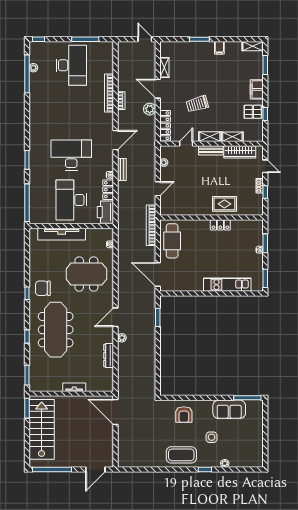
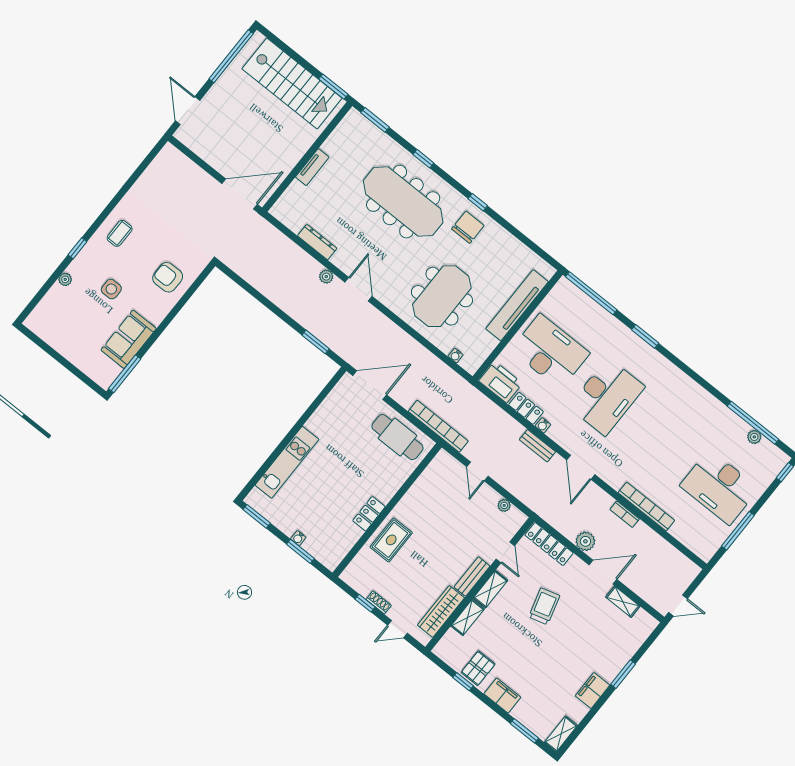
filing cabinet: (219, 48) -> (593, 691), width x2.00
coffee table: (181, 455) -> (120, 233), width x0.54, depth x0.58

